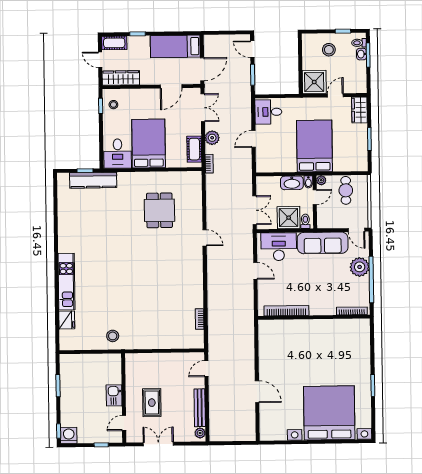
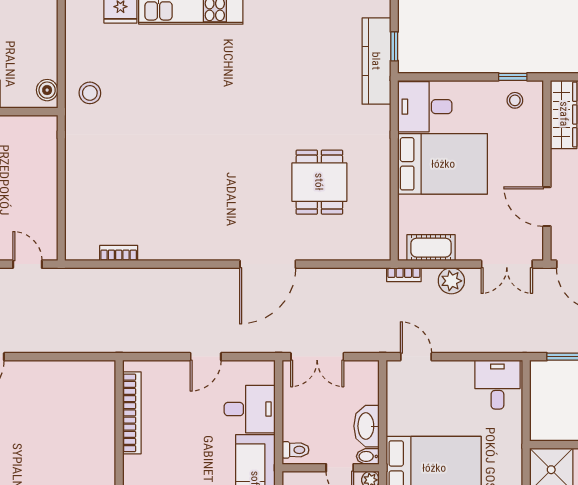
door: (254, 139) -> (416, 357), moved
dining table: (159, 210) -> (319, 182), turned 90
shower: (289, 218) -> (303, 419), removed
door: (205, 238) -> (268, 264), width x1.87
desk: (279, 247) -> (250, 409), width x0.73
boiler: (111, 359) -> (47, 90), added

